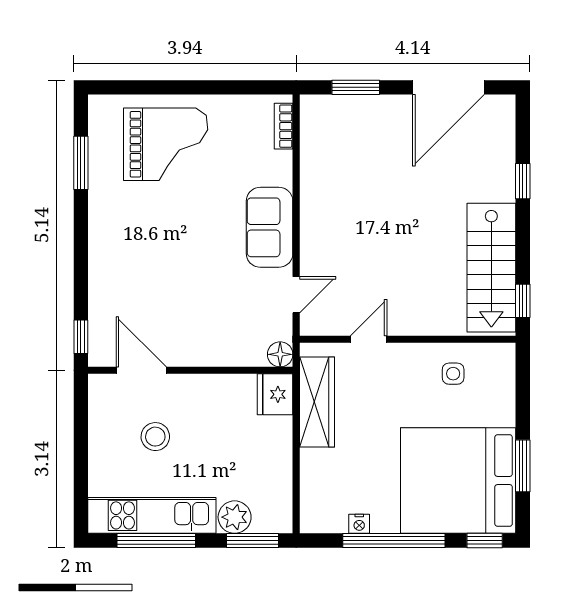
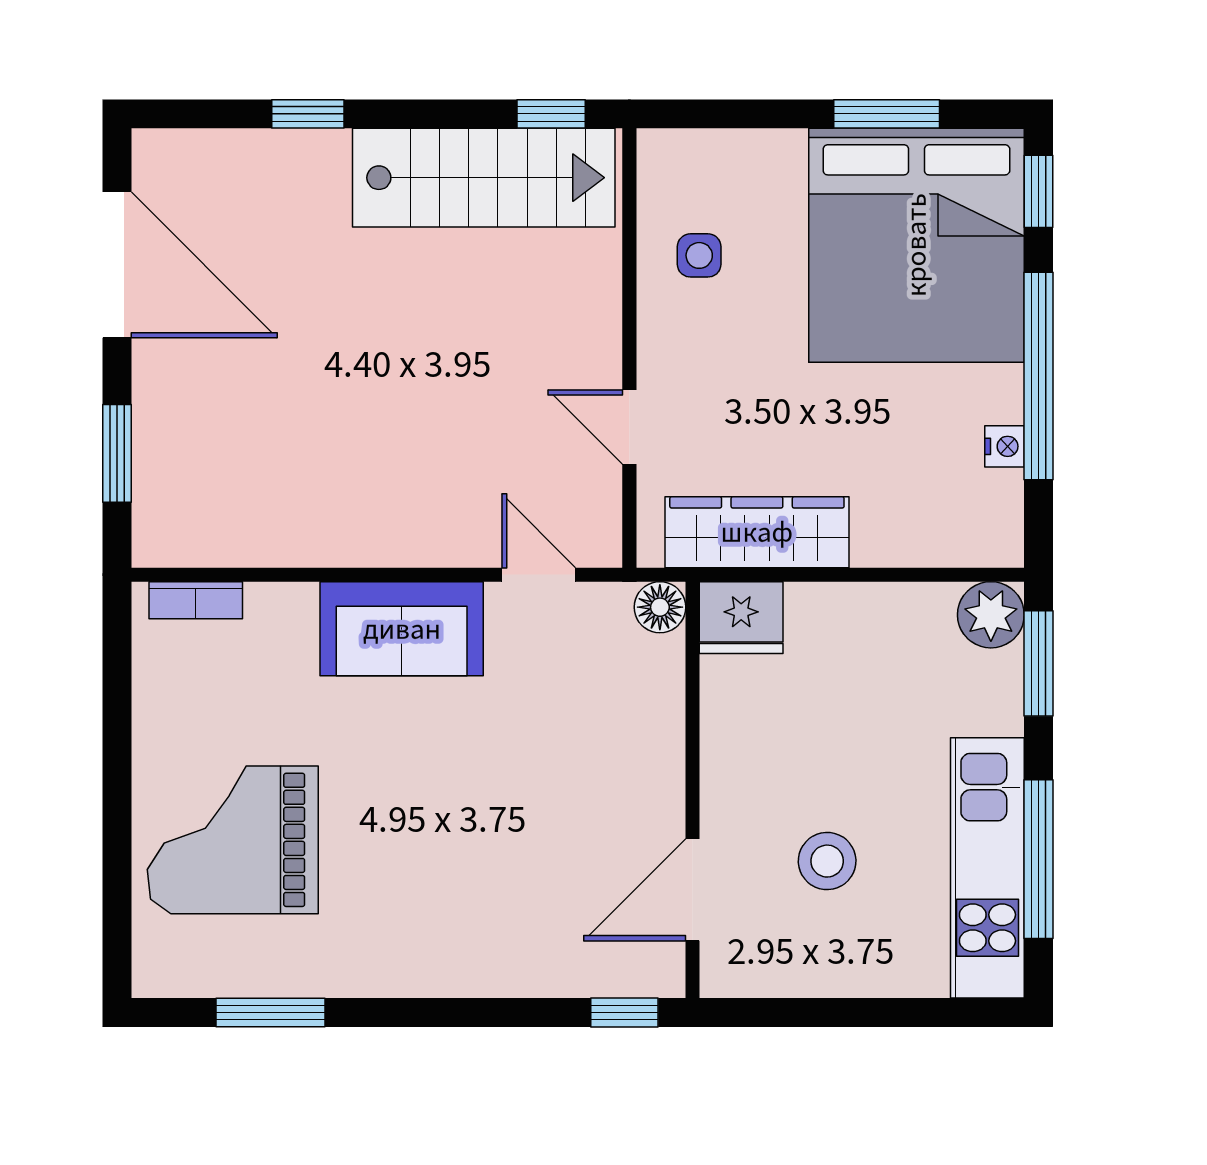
grand piano: (166, 144) -> (233, 840), turned -90
plant: (235, 517) -> (991, 615), moved

